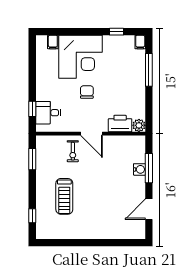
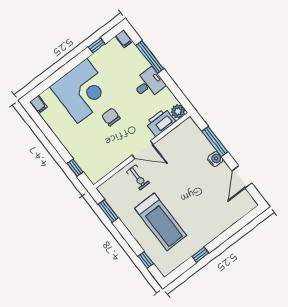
filing cabinet: (53, 42) -> (38, 104), moved
desk: (48, 113) -> (149, 84), moved, turned 180
water cooler: (139, 169) -> (215, 159), moved
treadmill: (64, 196) -> (161, 222), width x1.37, depth x1.38
window: (75, 243) -> (200, 255), added

